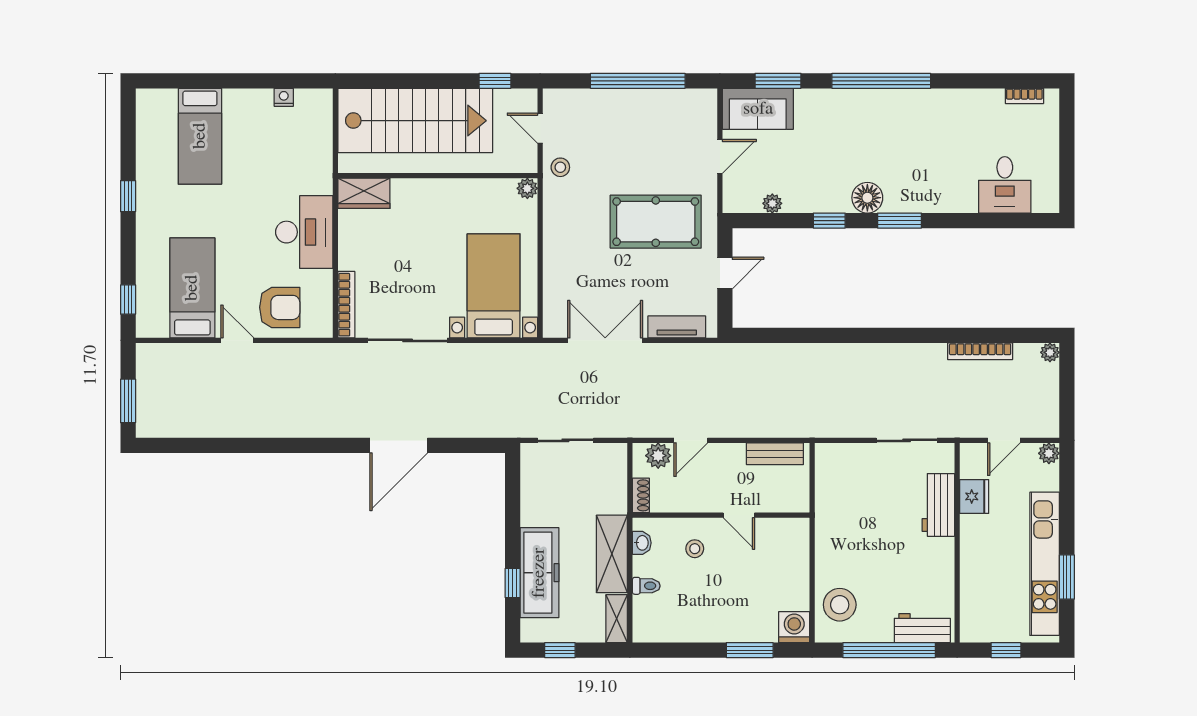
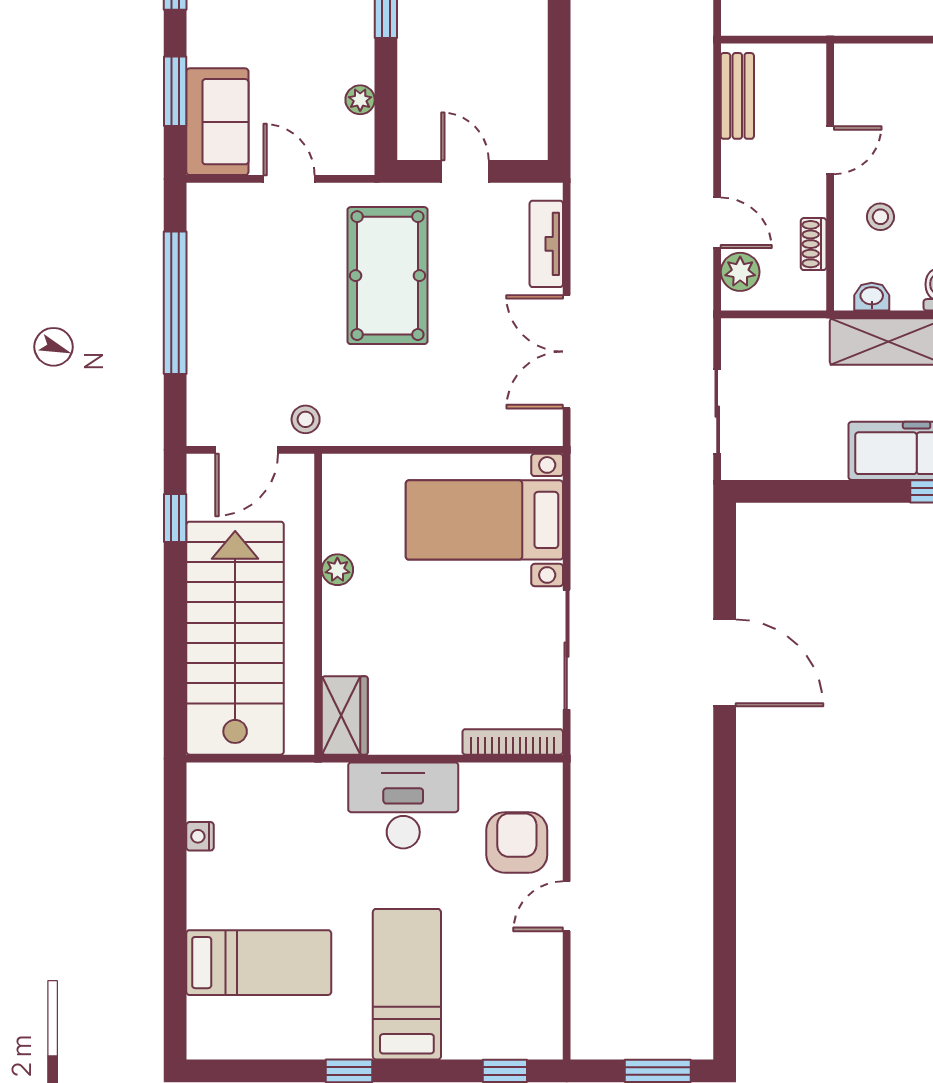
door: (540, 128) -> (247, 450), width x1.38
plant: (527, 188) -> (337, 570), moved
bed: (192, 288) -> (407, 984), moved, turned 90
shoe rack: (641, 495) -> (814, 244), moved, turned -90

